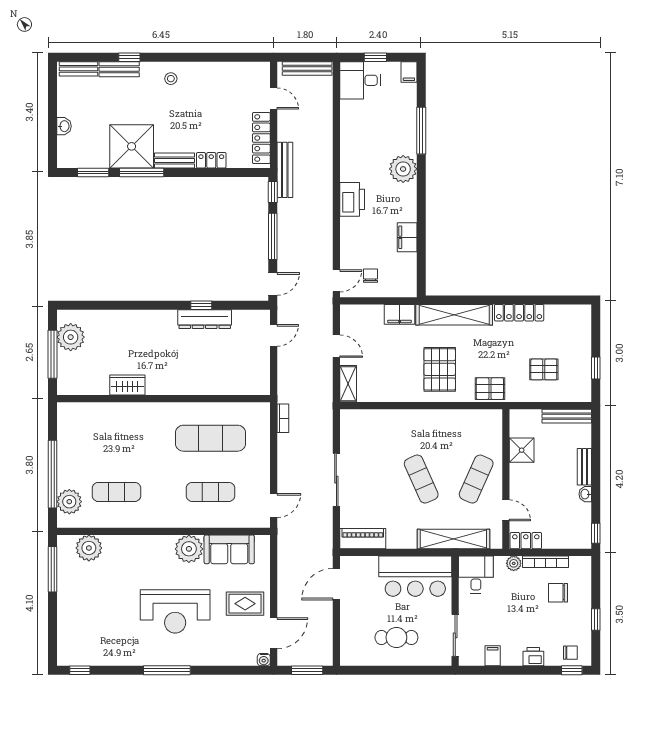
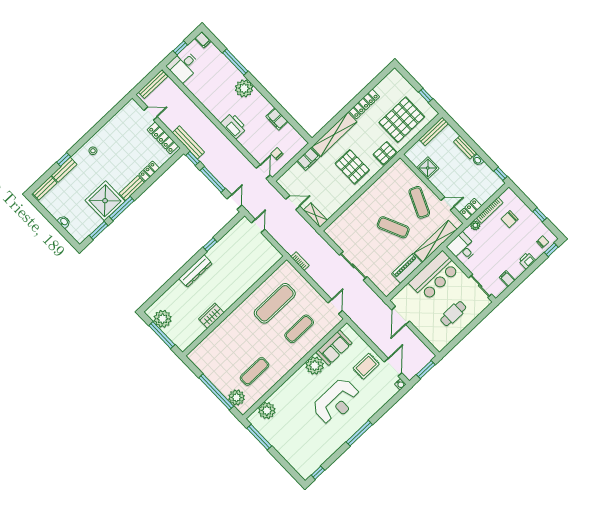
dresser: (205, 319) -> (196, 271), moved
pallet: (544, 369) -> (402, 120), width x2.05, depth x2.00
piano: (363, 539) -> (407, 268), moved

